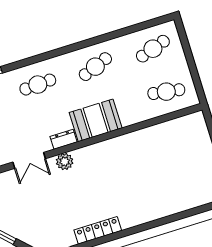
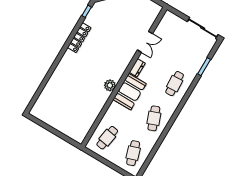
double door: (29, 160) -> (145, 42), swing flipped
plant: (65, 162) -> (110, 85), moved

